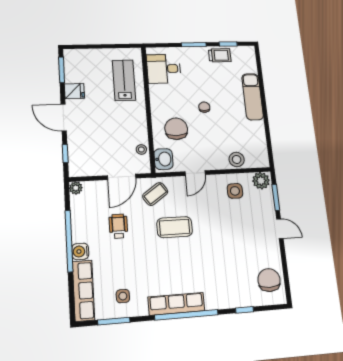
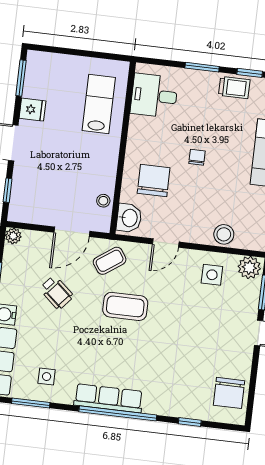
wheelchair: (118, 226) -> (57, 293), turned 131
chair: (269, 280) -> (229, 393), turned 180

